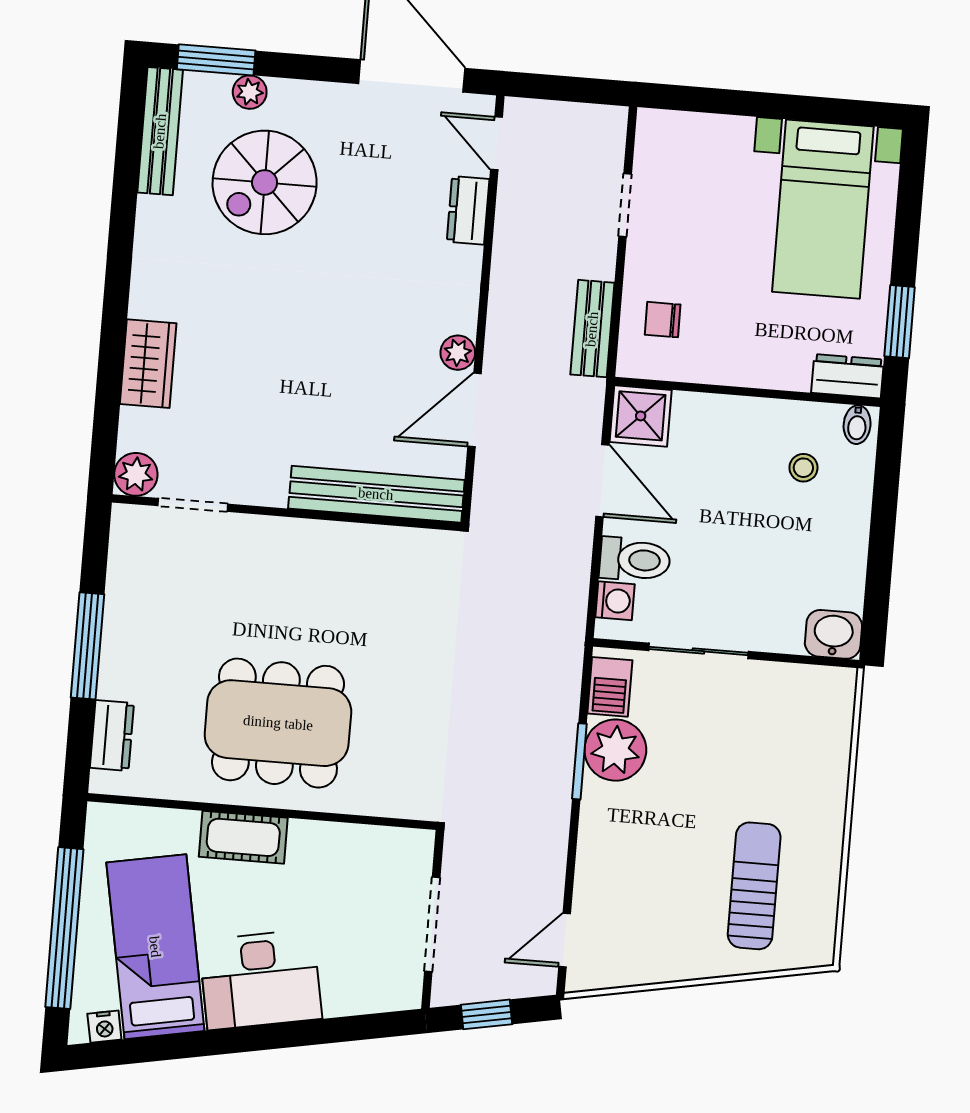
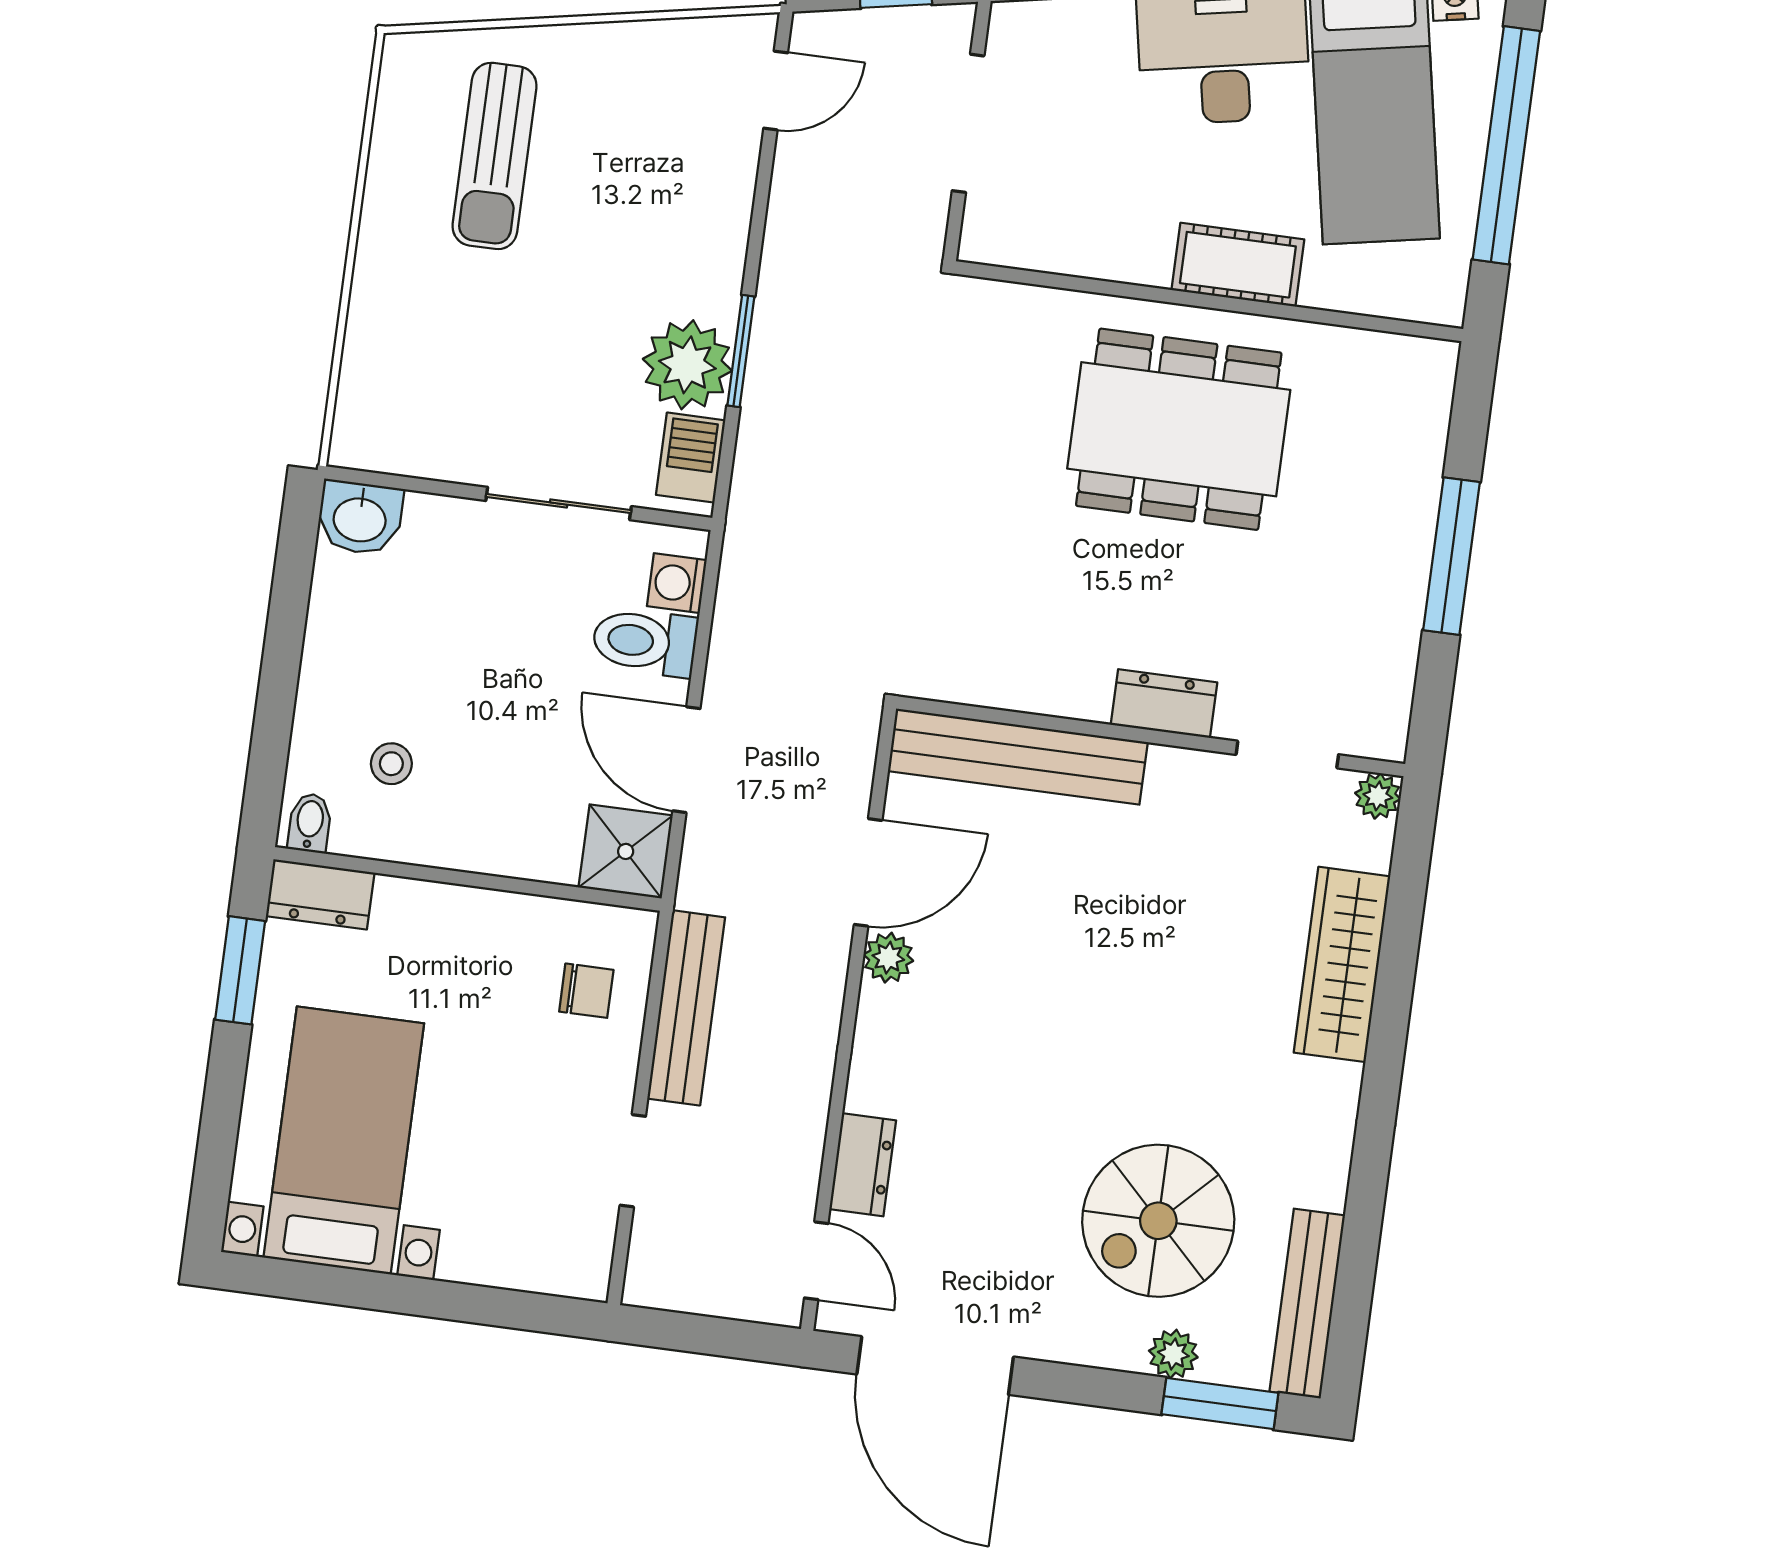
spiral stairs: (265, 182) -> (1158, 1221), turned 180
bench: (592, 329) -> (686, 1008), width x1.36
wardrobe: (148, 364) -> (1342, 964), width x1.50
plant: (136, 474) -> (1378, 796), width x0.73, depth x0.73
dresser: (112, 735) -> (1164, 704), moved, turned 90

